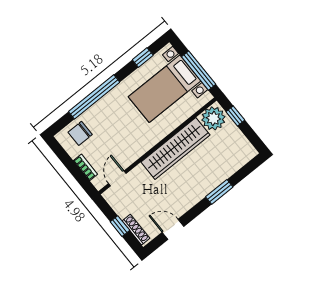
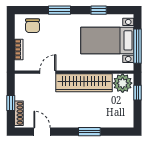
window: (143, 57) -> (99, 10), moved
window: (94, 97) -> (60, 10), width x0.47
chair: (80, 133) -> (33, 26), turned -90
door: (117, 178) -> (48, 72), moved

